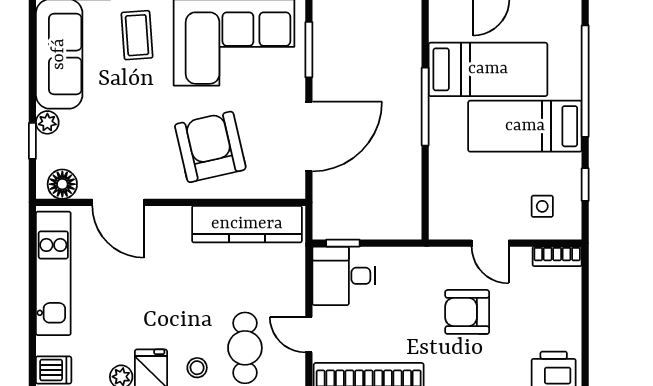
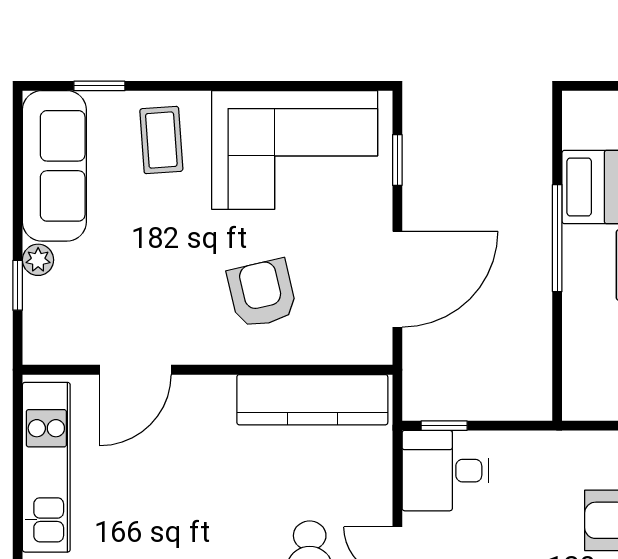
window: (309, 50) -> (397, 160), width x0.67
armchair: (210, 147) -> (262, 294), width x0.73, depth x0.73
floor lamp: (62, 184) -> (59, 345), removed
door: (118, 202) -> (135, 370), hinge flipped

